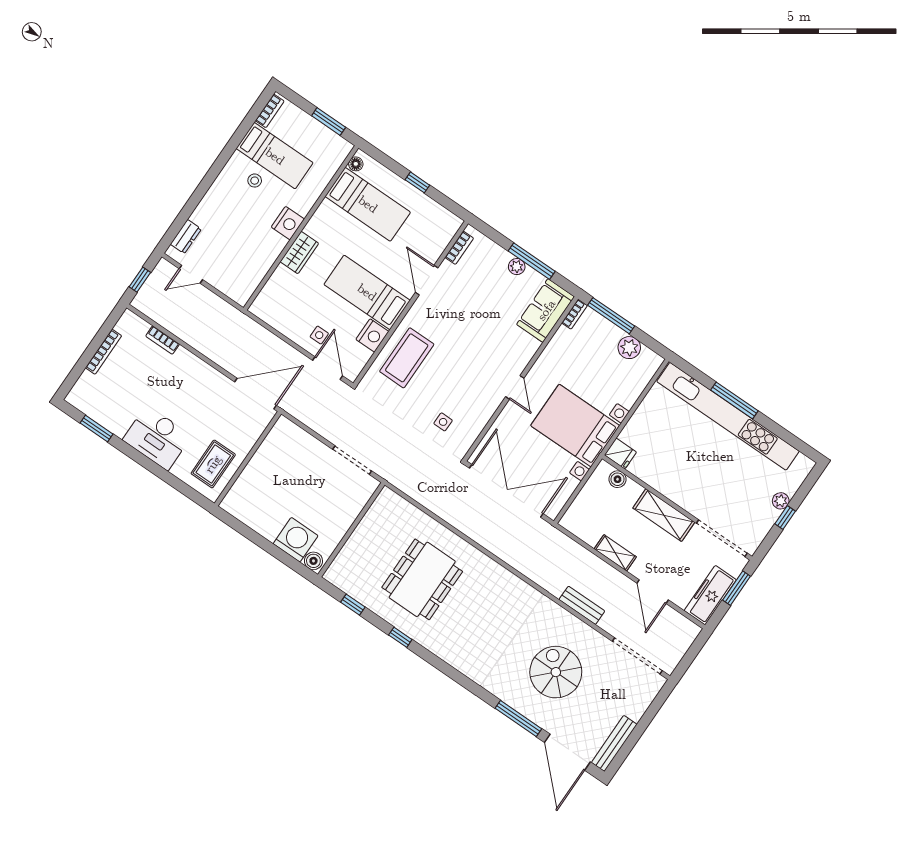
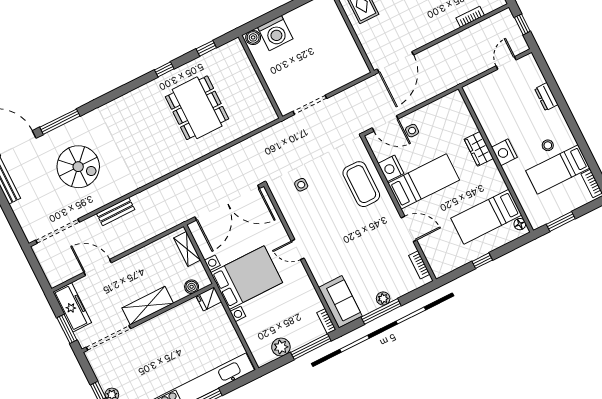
dresser: (186, 237) -> (546, 97), moved
shelving: (615, 553) -> (187, 249), moved, turned 90

